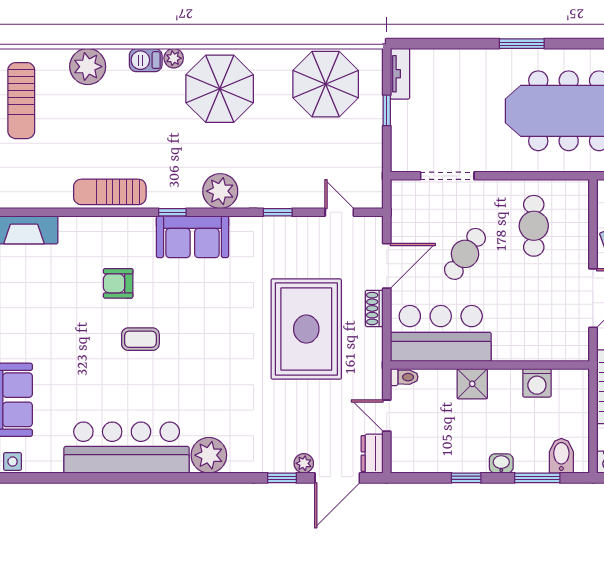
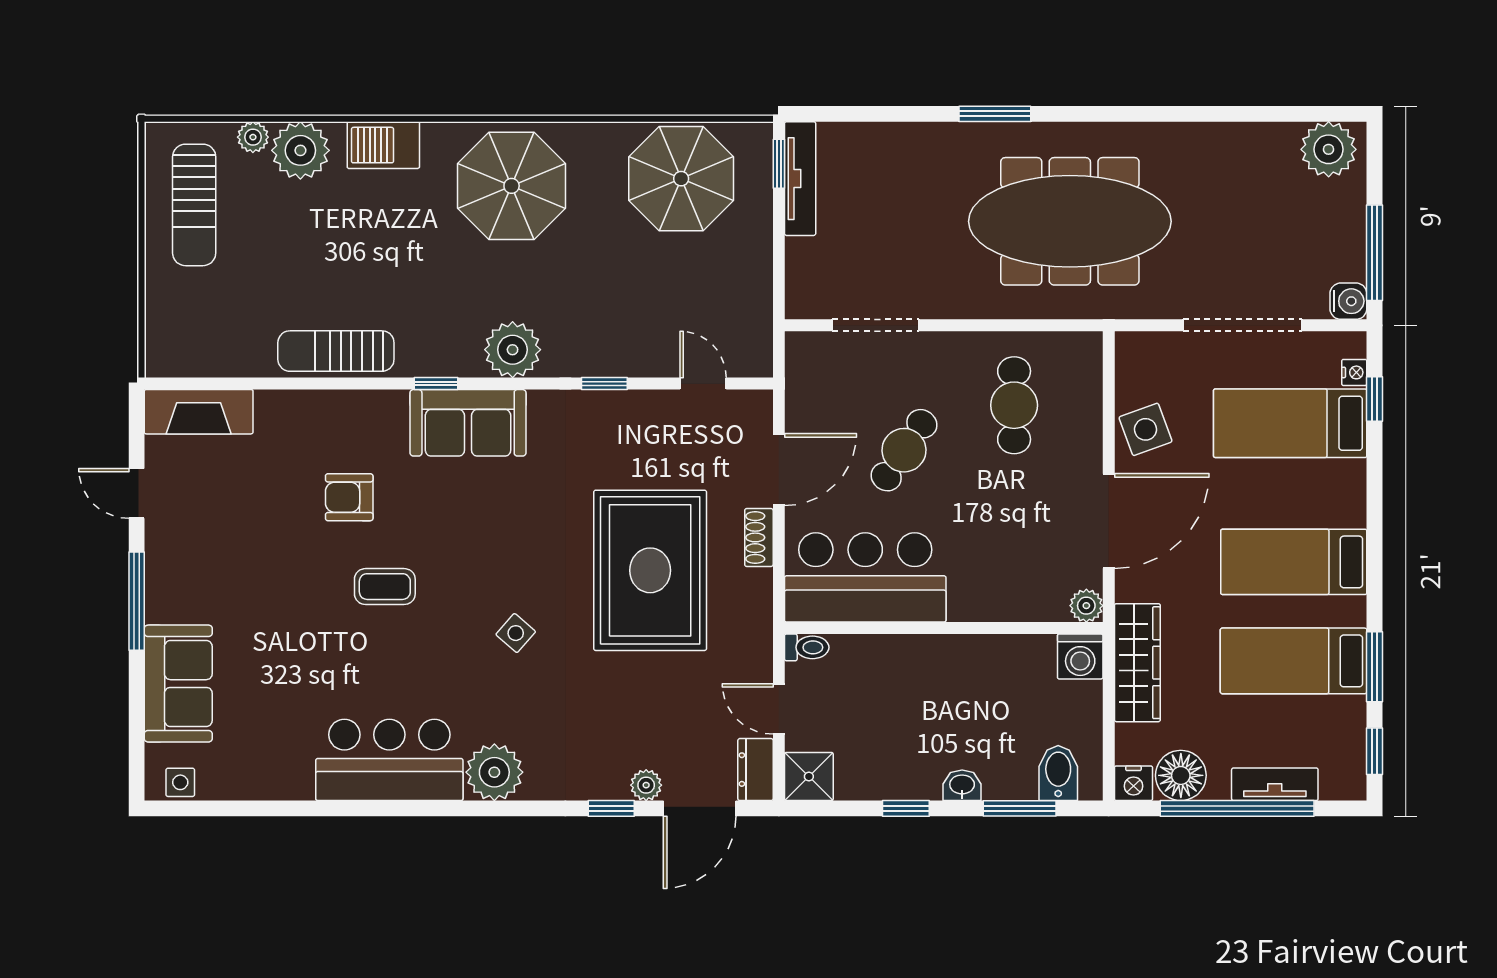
plant: (174, 58) -> (253, 137), moved
barbecue: (146, 60) -> (383, 145), width x1.38, depth x1.27
tv unit: (400, 74) -> (800, 179), width x1.41
window: (387, 110) -> (779, 164), moved
plant: (579, 351) -> (1086, 606), added
side table: (222, 368) -> (516, 633), added
washing machine: (537, 383) -> (1080, 656), moved
shower: (472, 384) -> (809, 776), moved
bar counter: (127, 448) -> (389, 760), width x0.73

